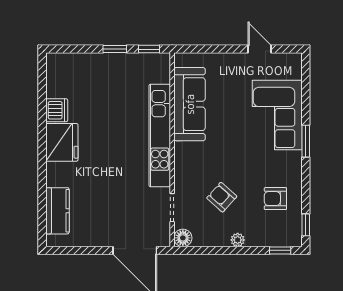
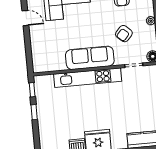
door: (259, 49) -> (25, 18), swing flipped
sofa: (190, 104) -> (90, 58), moved

